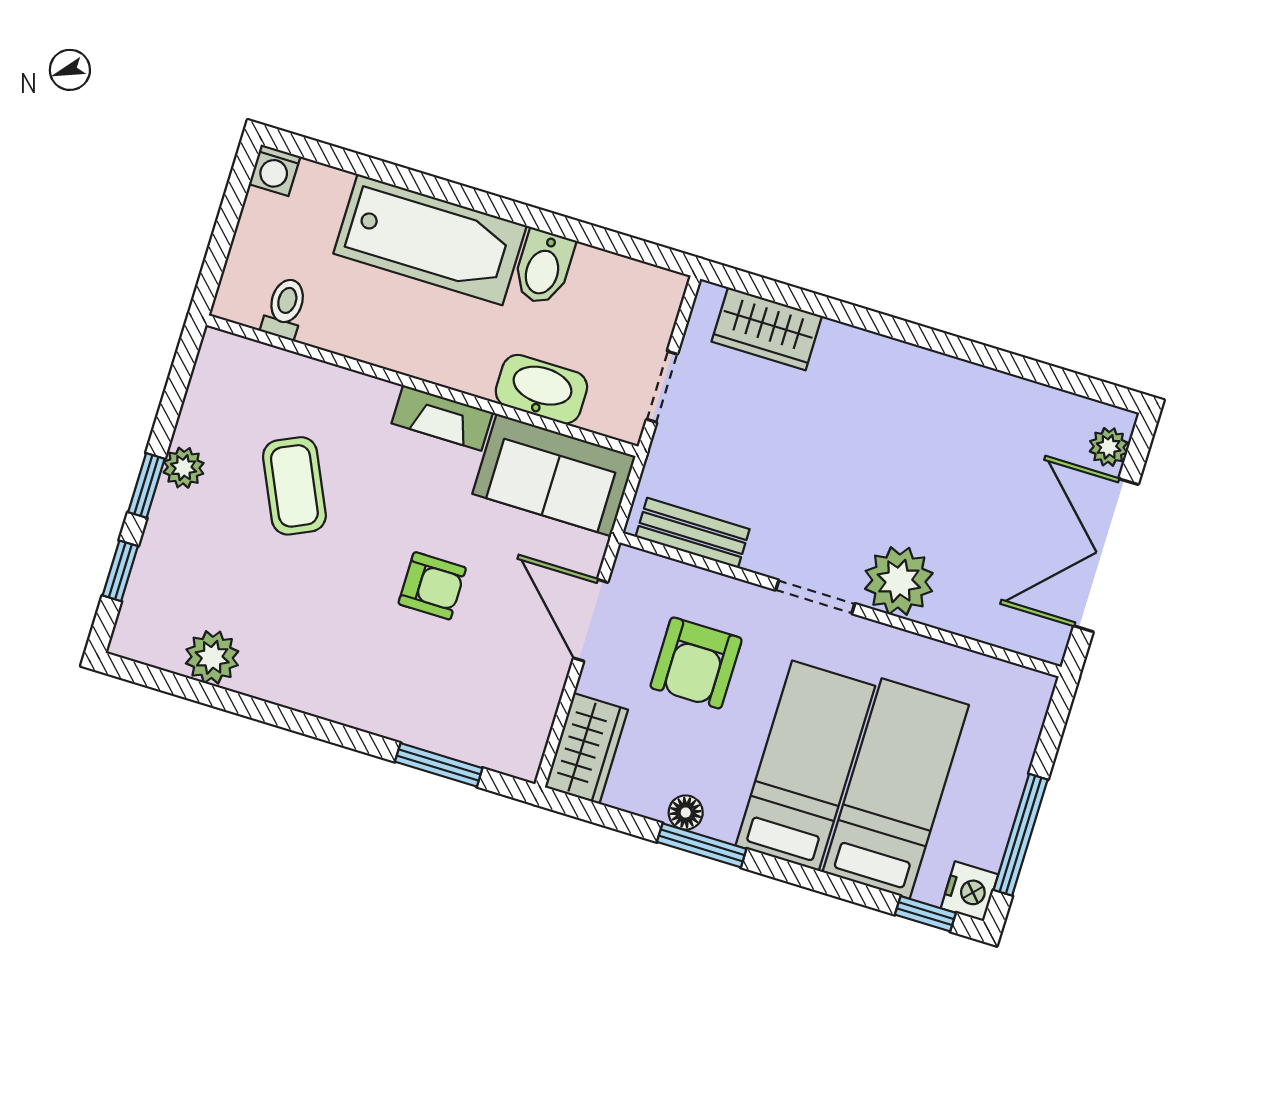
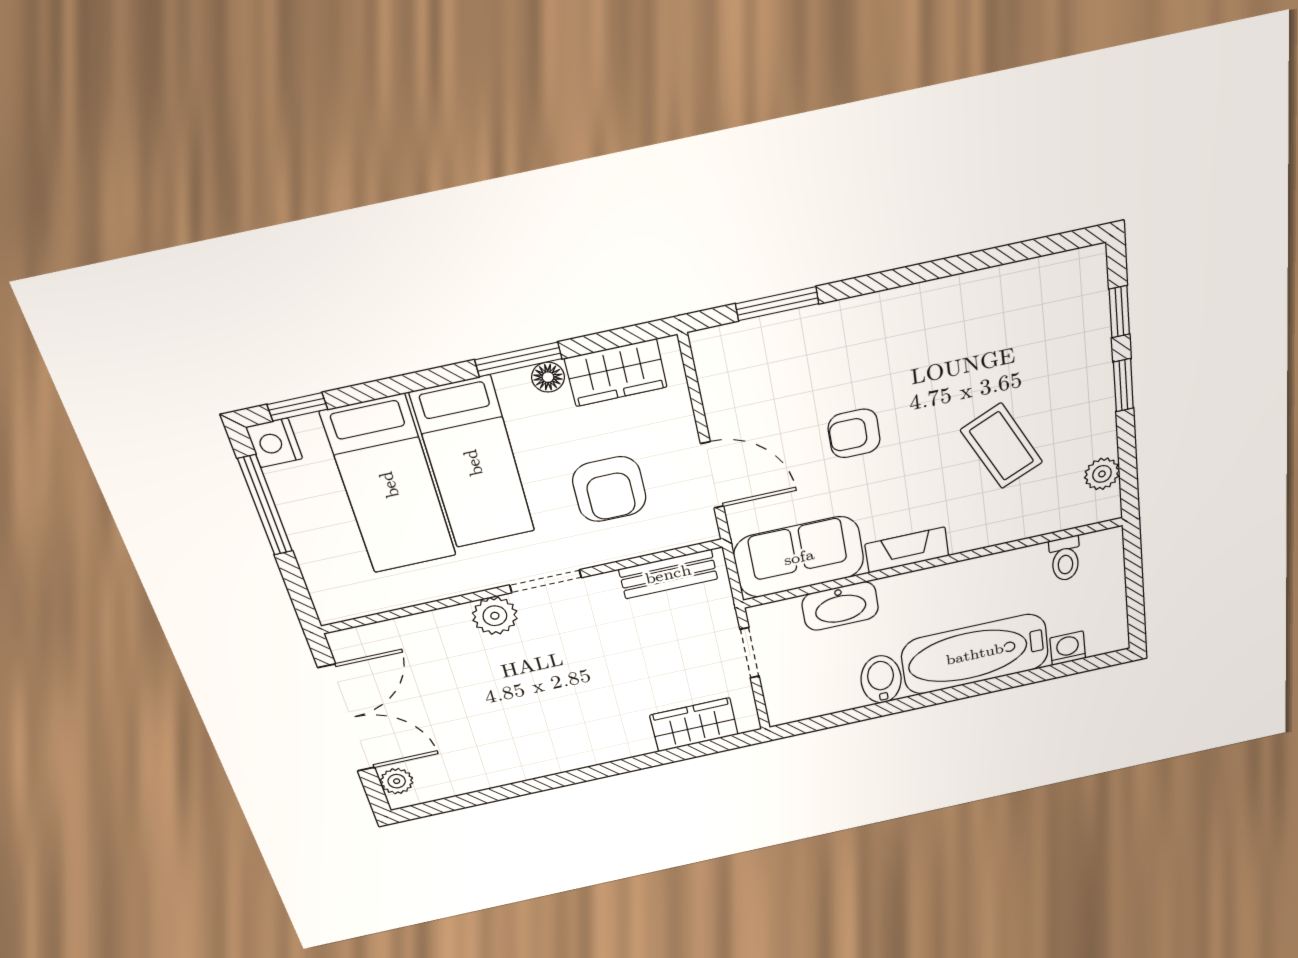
washing machine: (275, 170) -> (1068, 648), moved
plant: (184, 468) -> (1102, 474), moved
plant: (899, 581) -> (495, 616), width x0.73, depth x0.73
plant: (212, 657) -> (1012, 286), removed
armchair: (696, 663) -> (609, 489), turned 180
wardrobe: (586, 748) -> (616, 373), moved, turned -90

